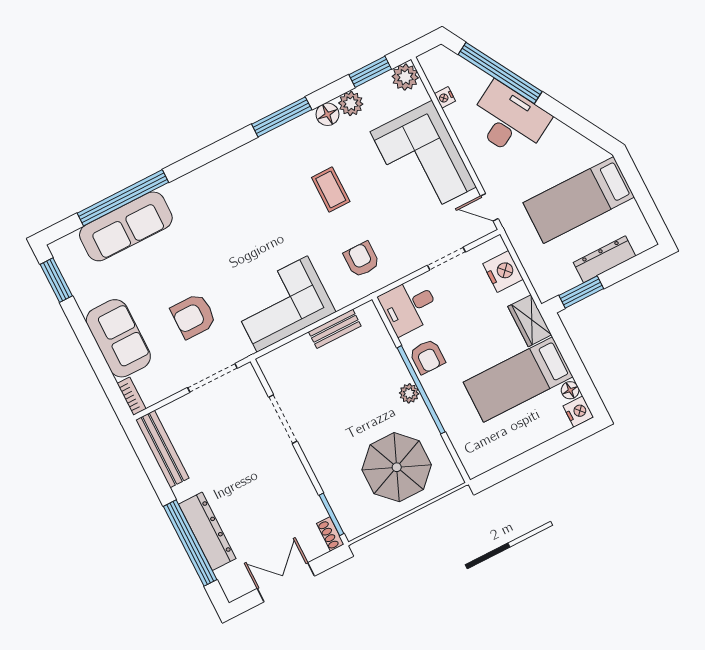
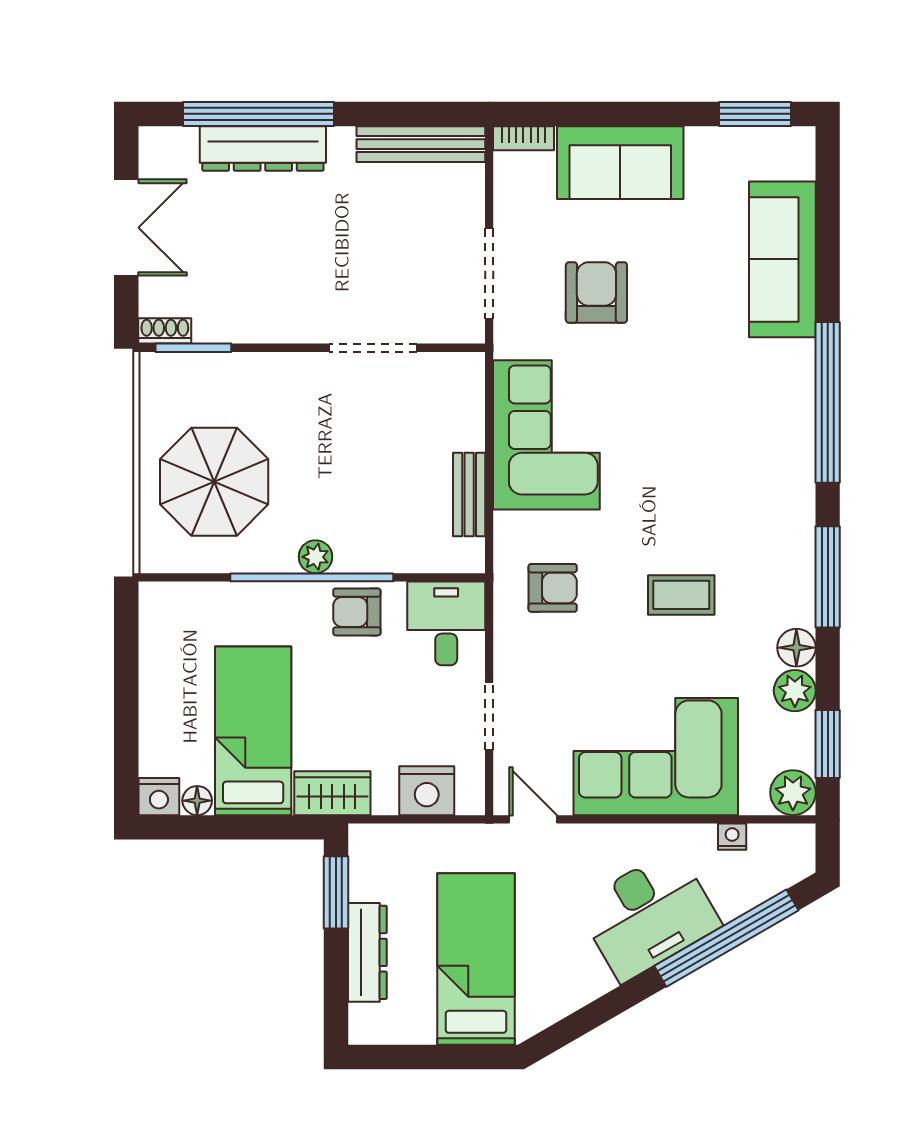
window: (123, 198) -> (828, 402), moved
door: (489, 207) -> (533, 819), hinge flipped

